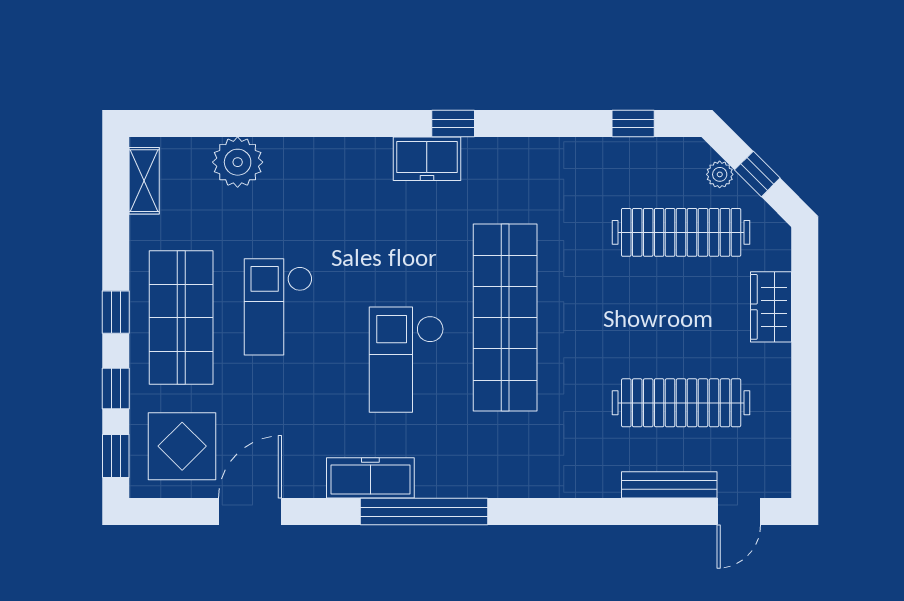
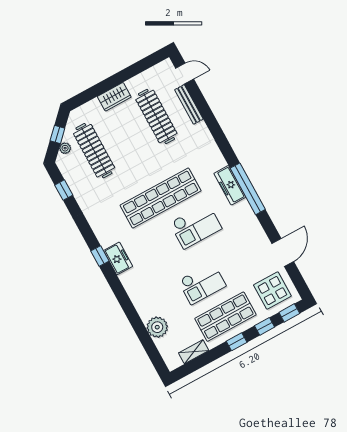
shelving: (144, 181) -> (194, 352), moved
wardrobe: (771, 307) -> (114, 97), moved
freezer: (370, 478) -> (230, 185), moved
door: (250, 512) -> (283, 253), swing flipped

